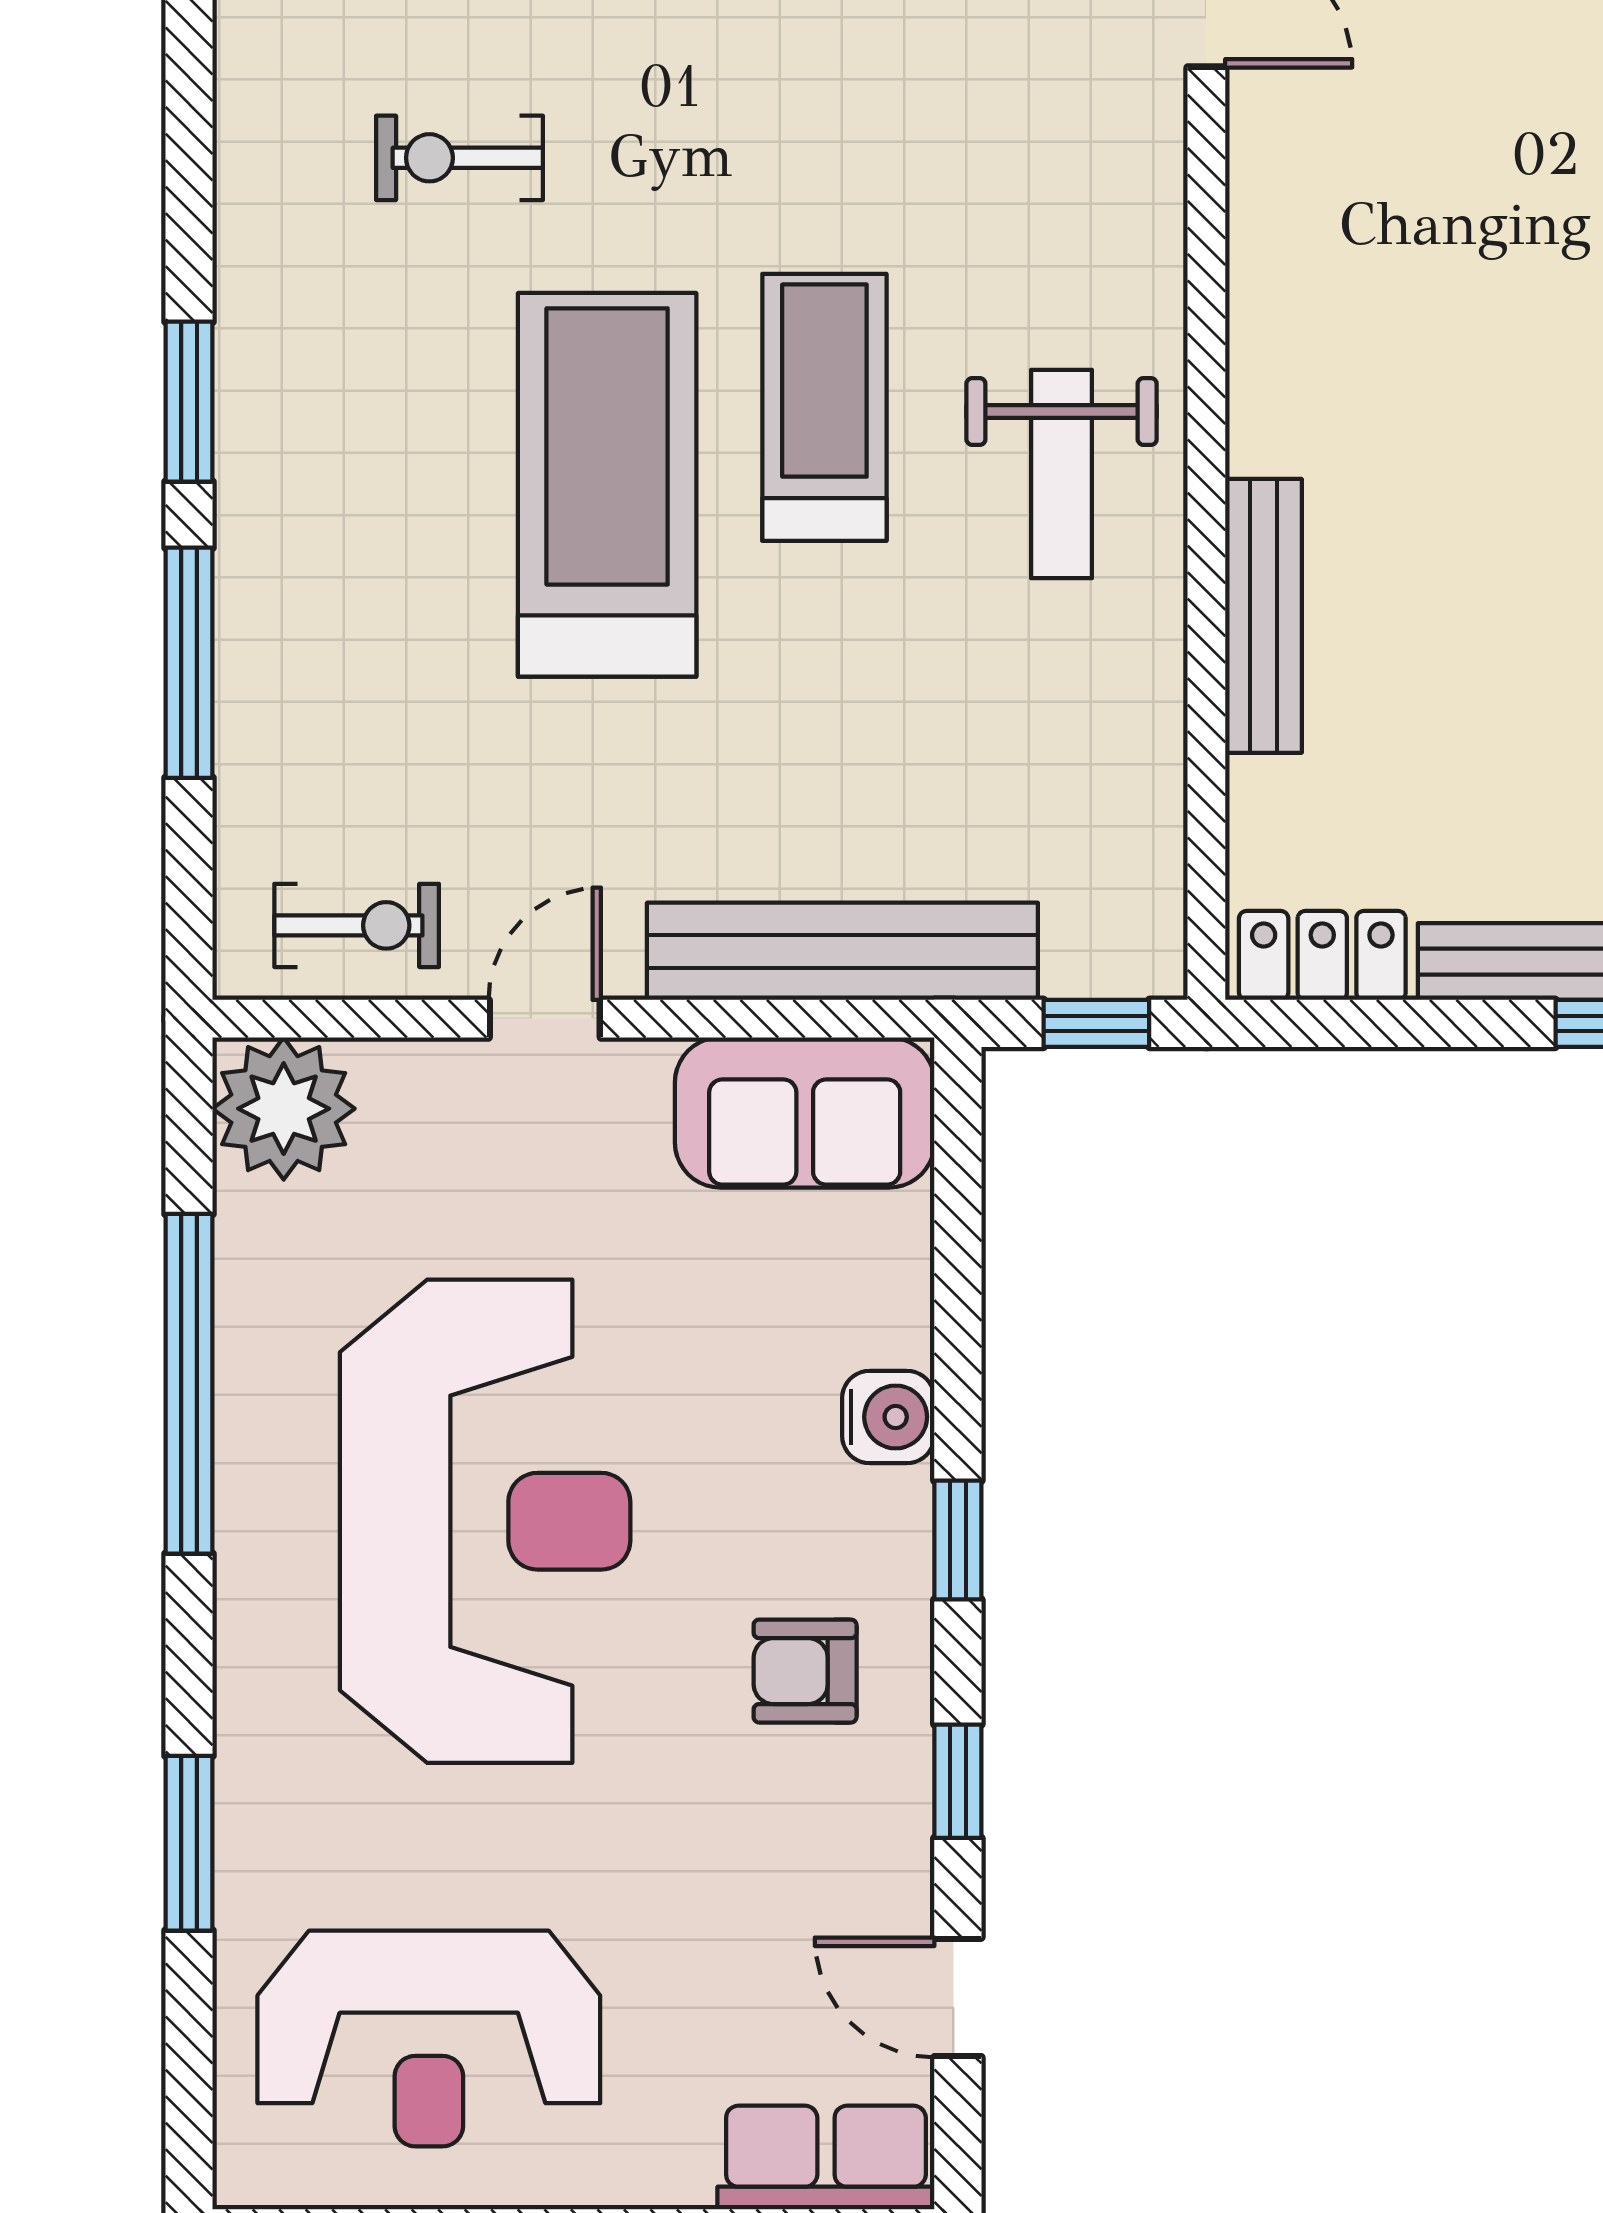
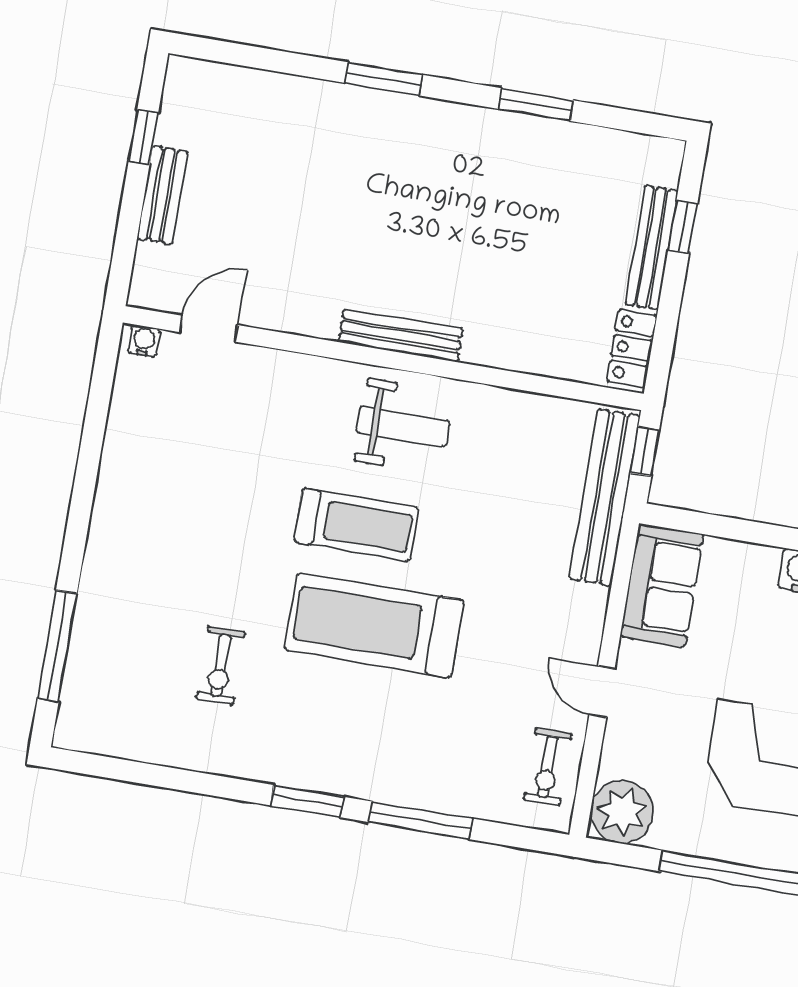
treadmill: (824, 407) -> (356, 525), turned 180
bench: (1263, 616) -> (400, 336), moved
exercise bike: (357, 925) -> (548, 767), turned 180
bench: (842, 951) -> (605, 497), moved

